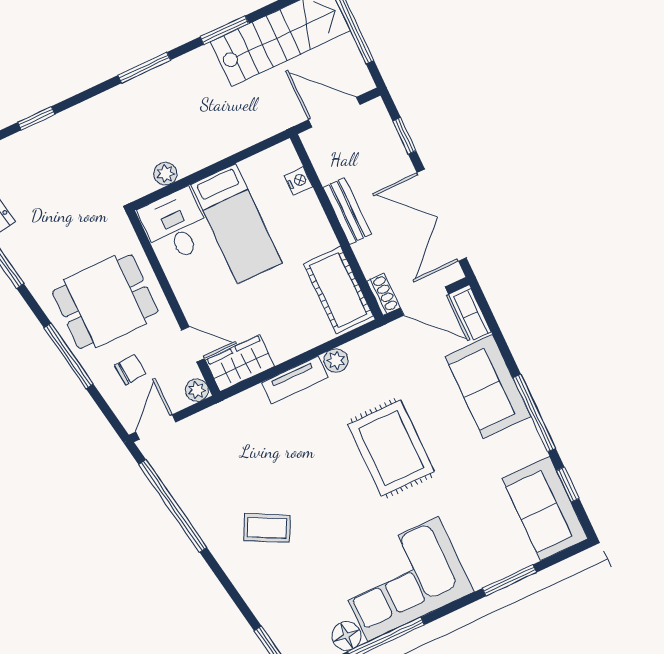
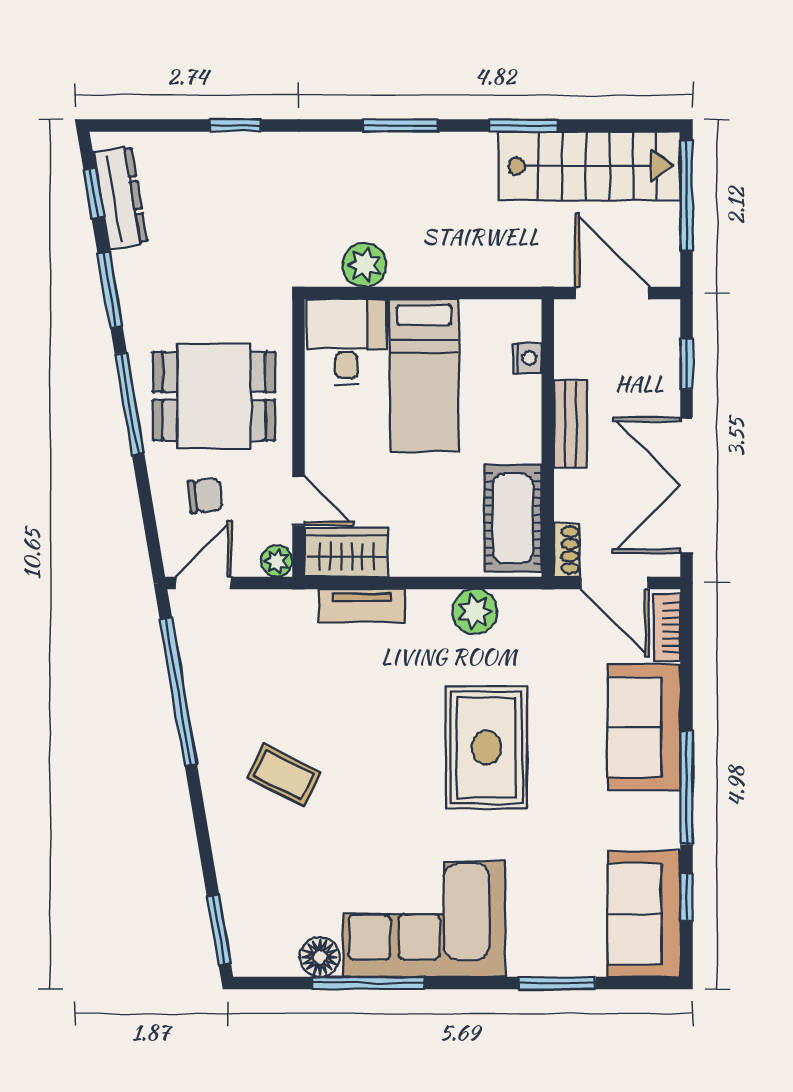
plant: (165, 174) -> (364, 265), width x1.38, depth x1.38
window: (69, 356) -> (129, 404), moved
plant: (336, 361) -> (475, 612), width x1.38, depth x1.38
tv unit: (295, 380) -> (362, 606), moved

